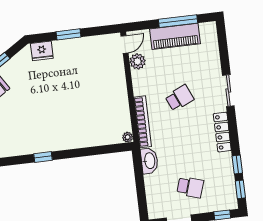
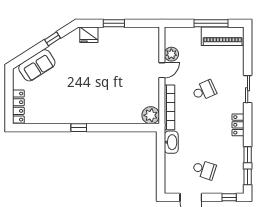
piano: (175, 36) -> (223, 36), moved
door: (125, 45) -> (162, 70), moved
locker: (222, 132) -> (238, 125), width x0.66
plant: (128, 137) -> (151, 115), width x1.87, depth x1.87

